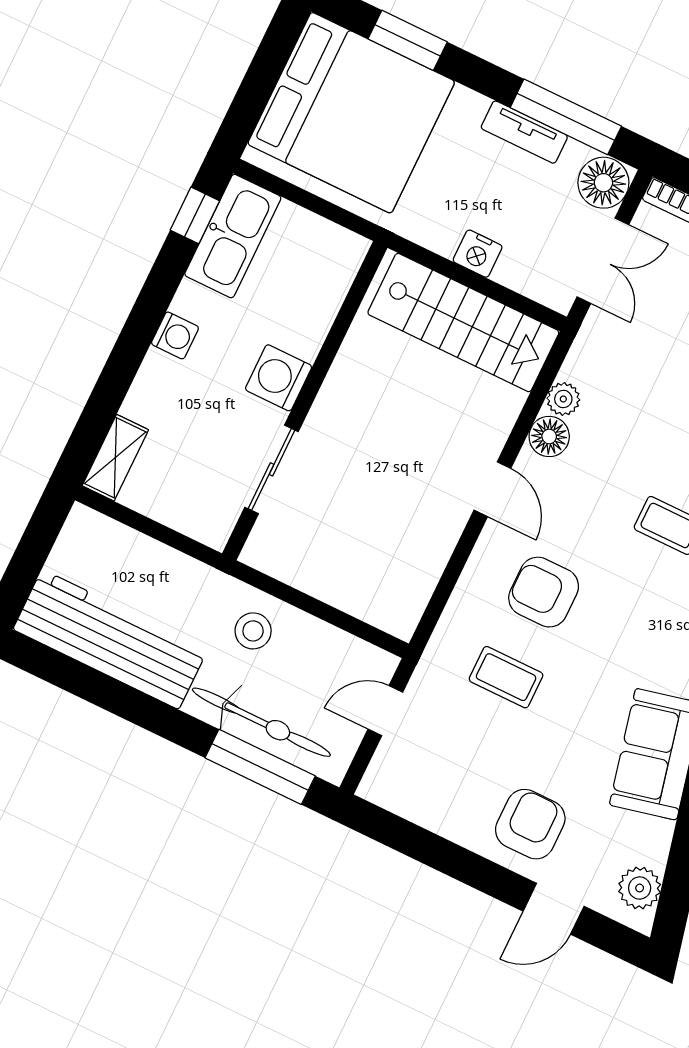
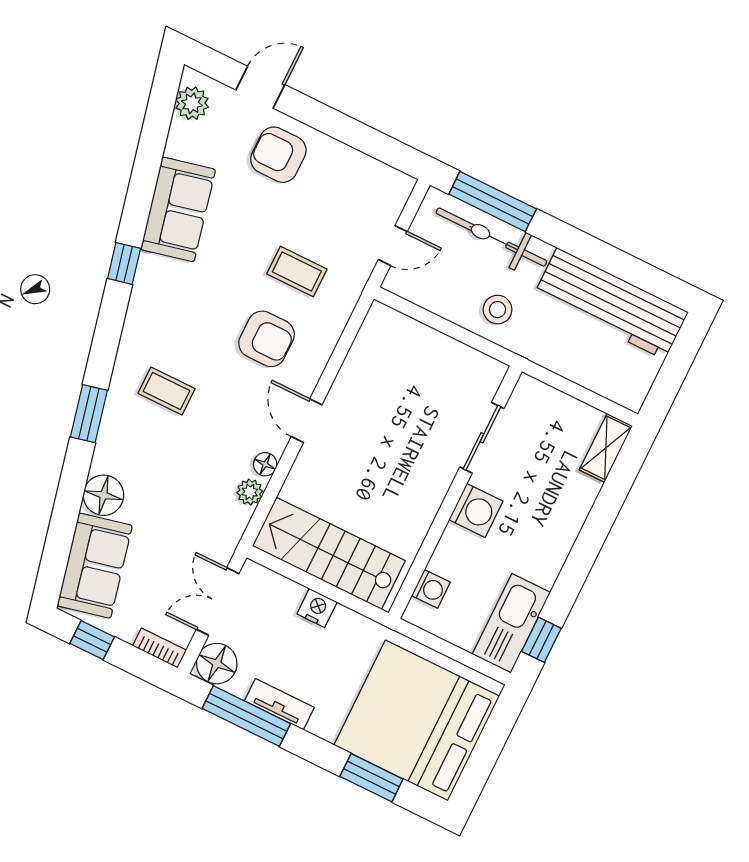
washing machine: (175, 335) -> (431, 589), moved, turned 180
floor lamp: (549, 436) -> (265, 464), width x0.73, depth x0.73
armchair: (530, 824) -> (278, 155), turned 90

